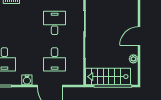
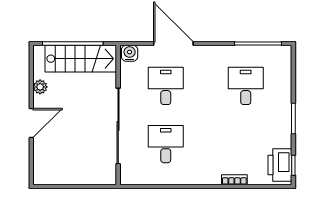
desk: (55, 23) -> (166, 144), turned 180
water cooler: (27, 80) -> (130, 53), moved

